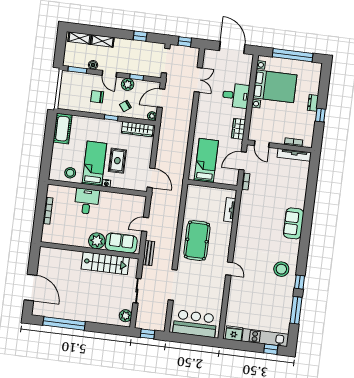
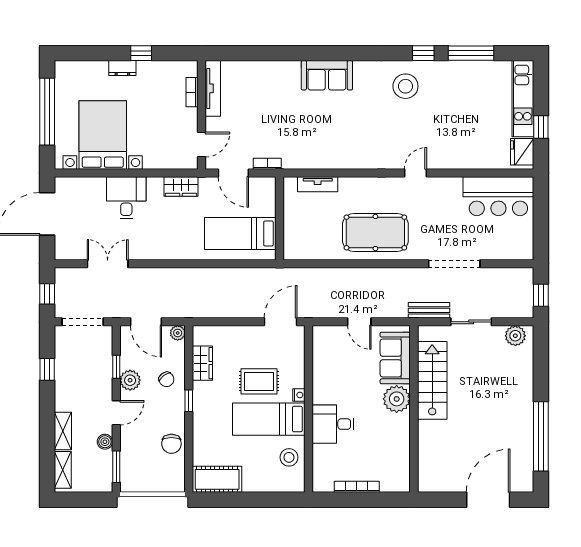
chair: (97, 97) -> (171, 444), moved
wardrobe: (137, 129) -> (202, 363), width x0.67
bench: (149, 253) -> (429, 310), moved
bar counter: (195, 324) -> (498, 196), moved, turned -90
window: (271, 349) -> (541, 127), moved

